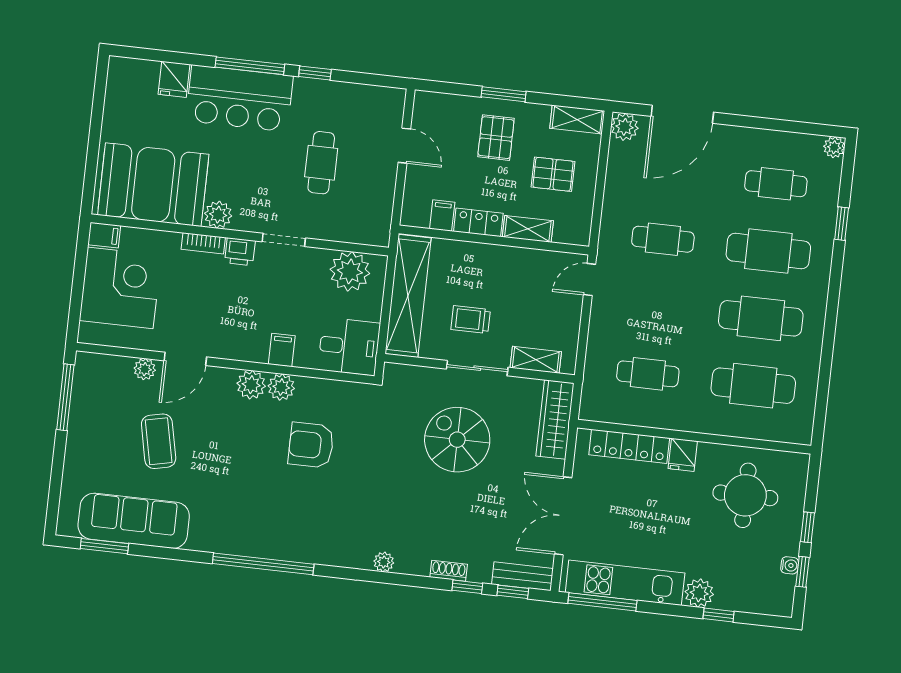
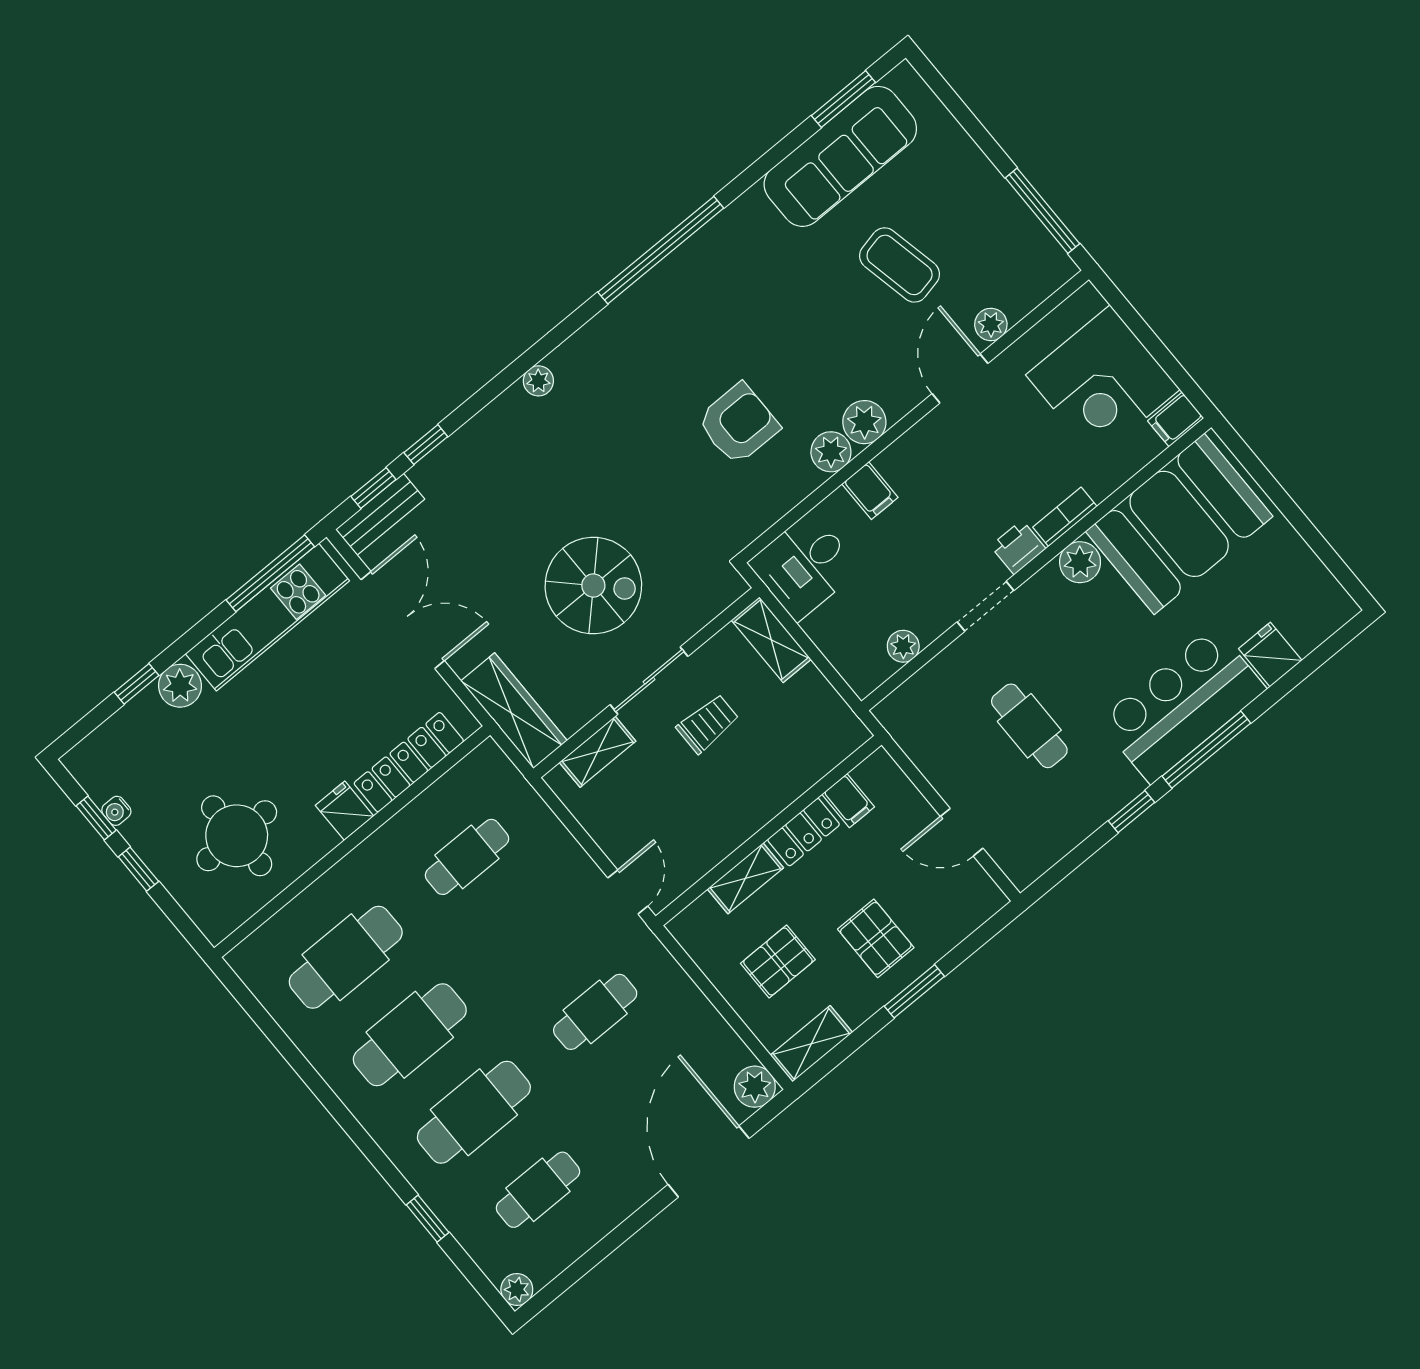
plant: (350, 271) -> (903, 646), width x0.53, depth x0.53
shelving: (408, 296) -> (771, 640), width x0.45, depth x0.75
shoe rack: (449, 571) -> (462, 441), removed

